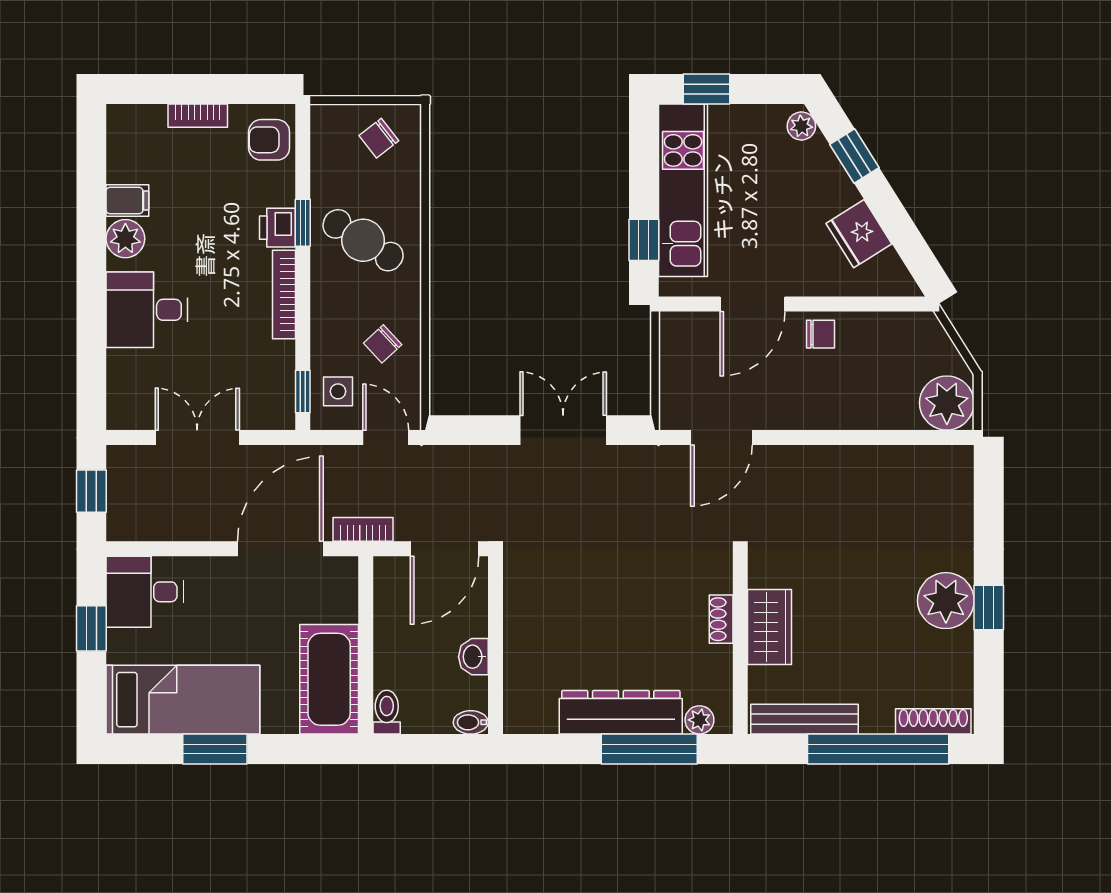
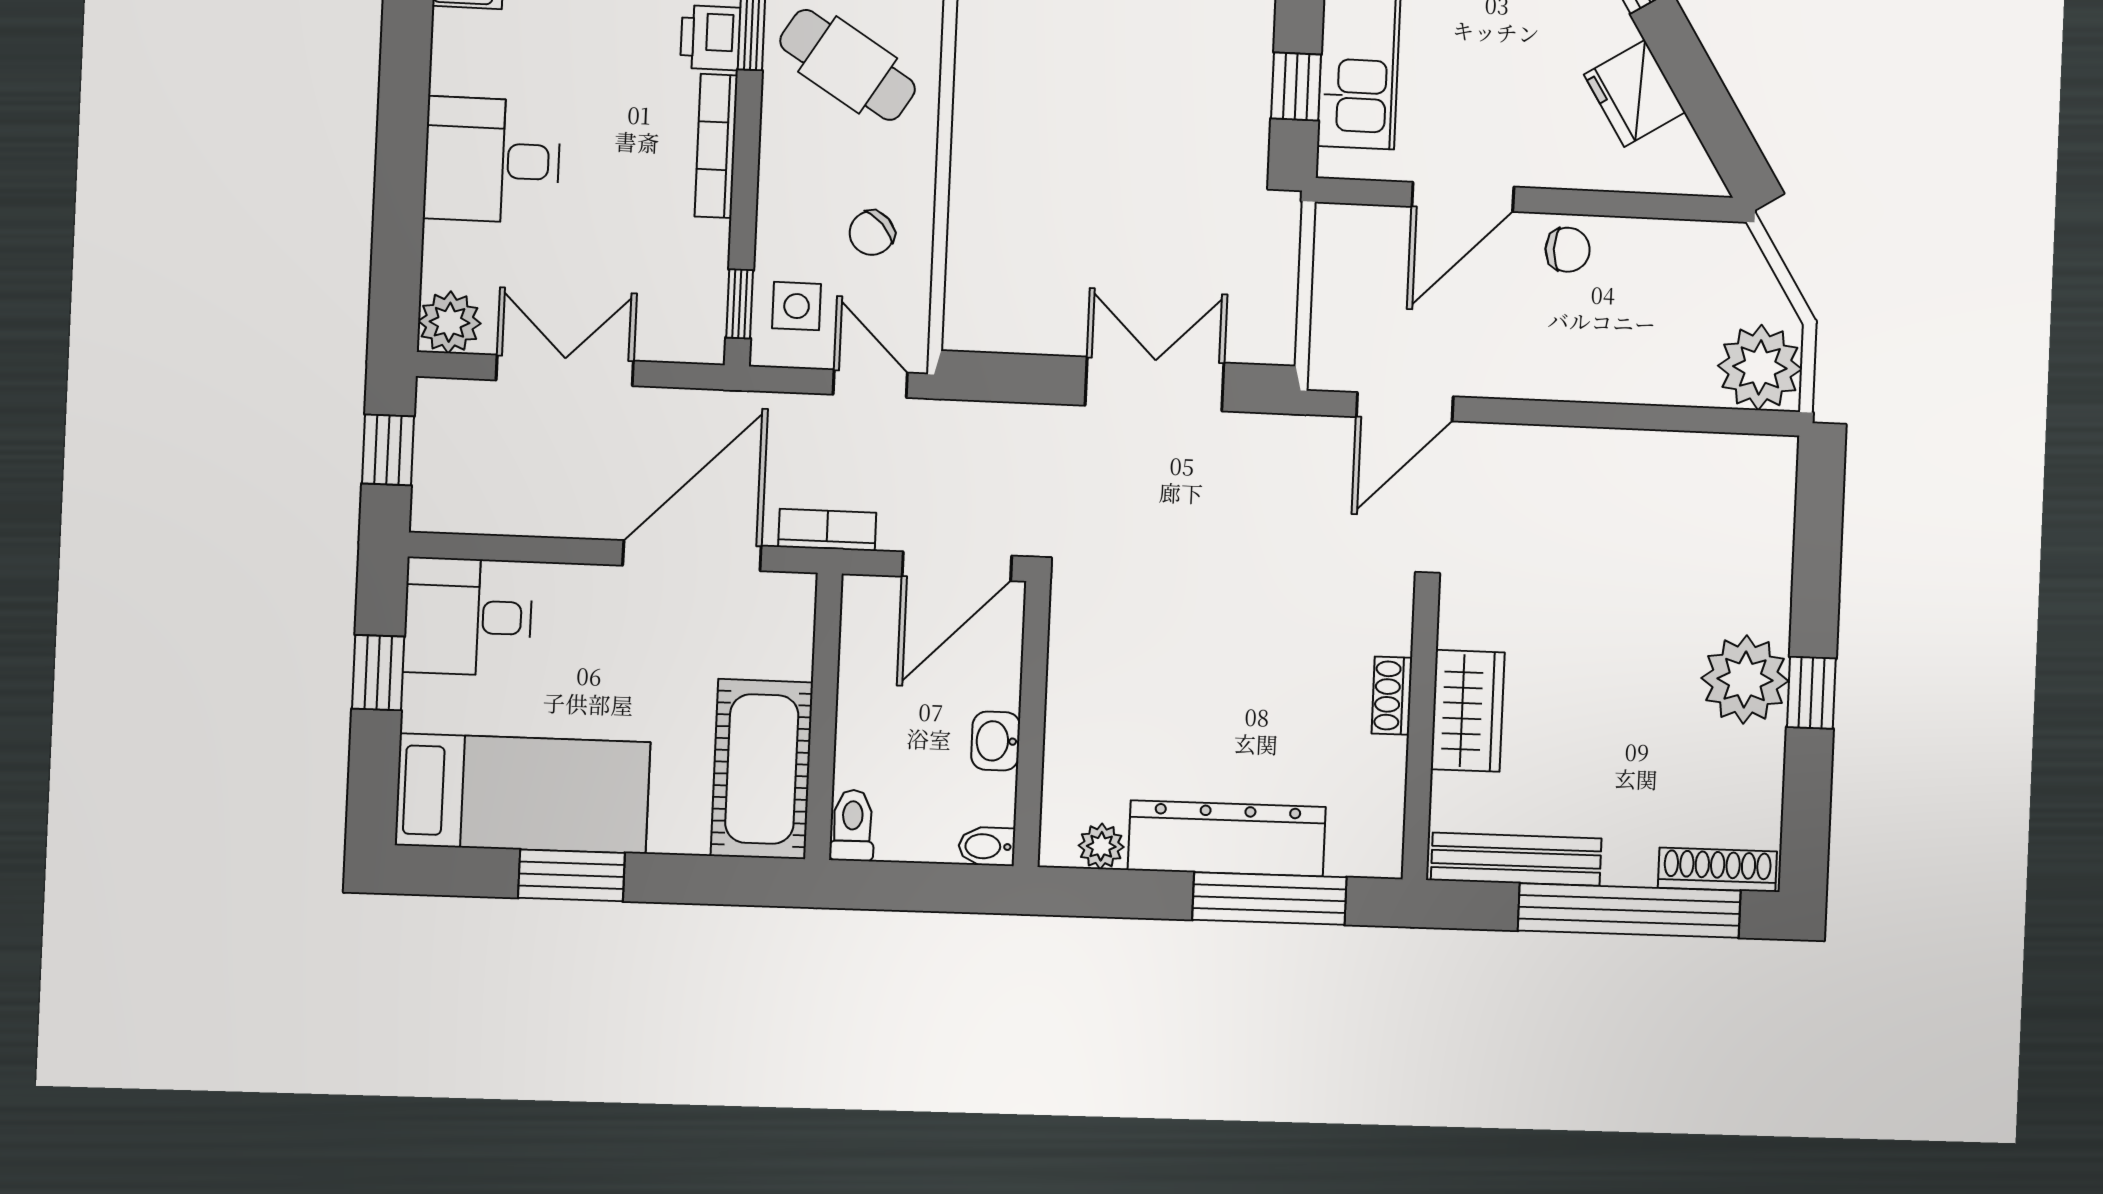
plant: (125, 239) -> (450, 322), moved
plant: (699, 720) -> (1101, 846), moved

